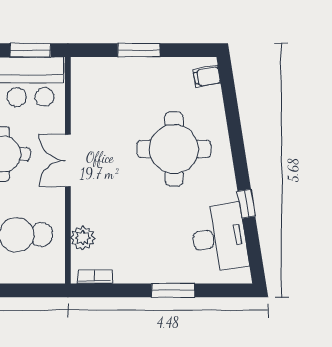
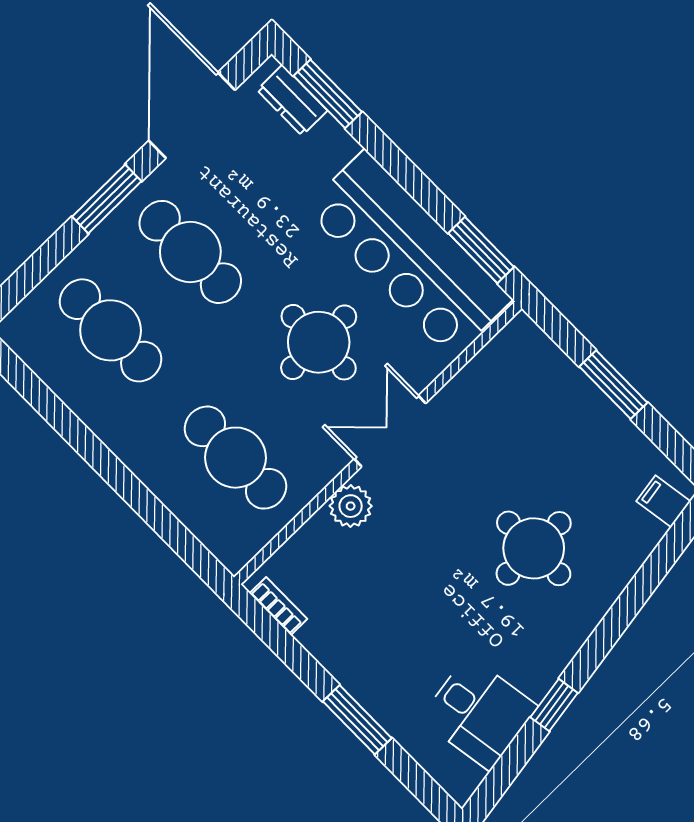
round table: (174, 149) -> (534, 548), width x0.73, depth x0.73
plant: (83, 238) -> (351, 506), moved
desk: (219, 238) -> (479, 713), width x0.73

